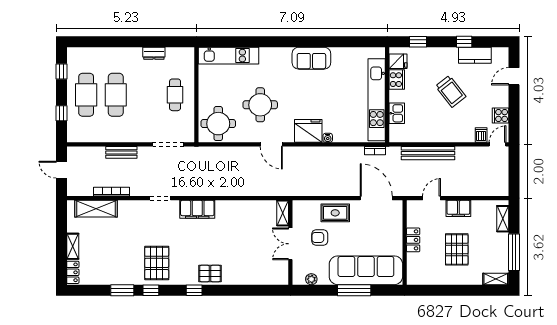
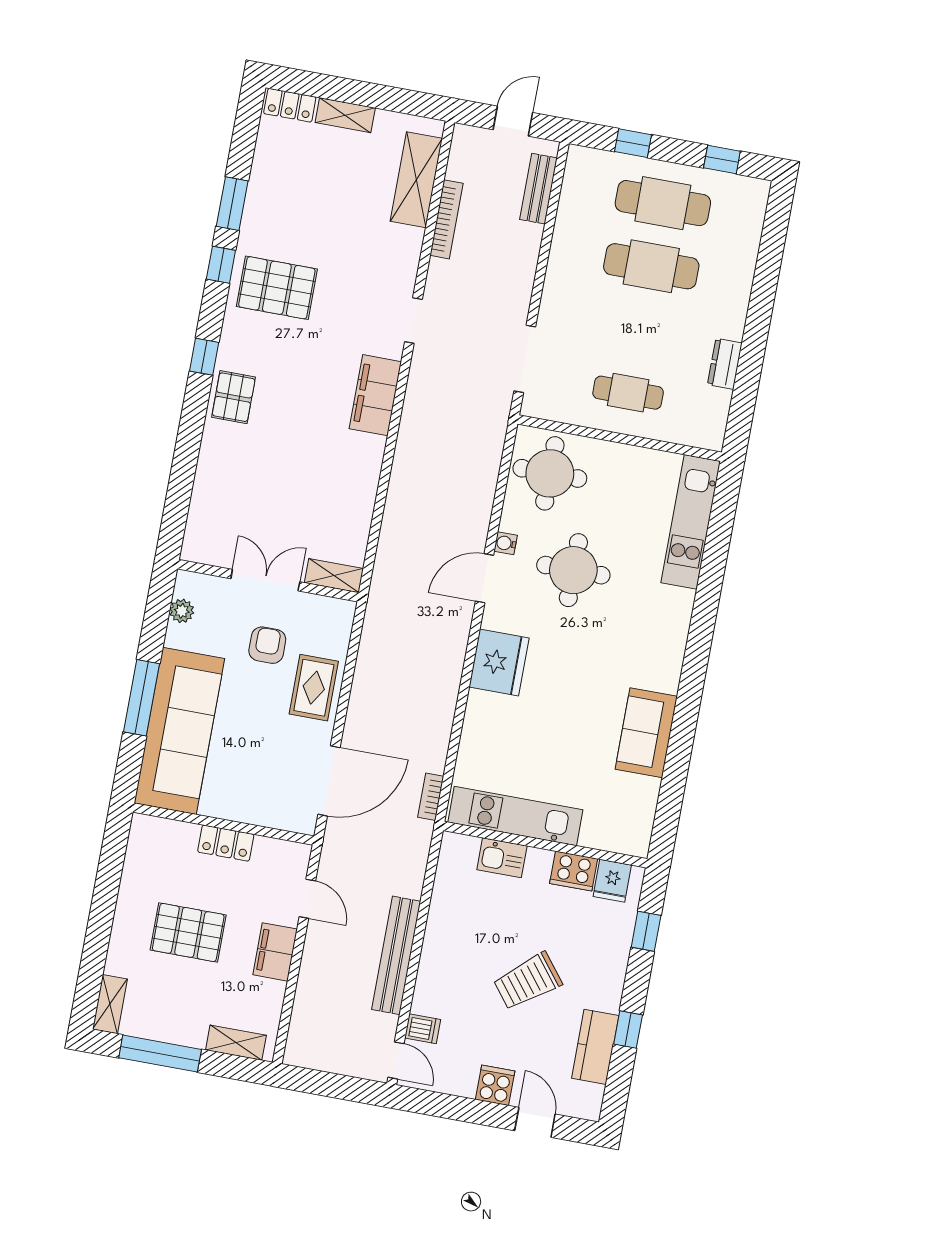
sofa: (311, 58) -> (646, 733), moved
kitchen unit: (377, 100) -> (515, 816), width x0.73
cooker: (501, 116) -> (495, 1085), moved
water cooler: (328, 138) -> (506, 543), moved
bench: (121, 152) -> (538, 189), moved
bench: (428, 153) -> (396, 955), moved

